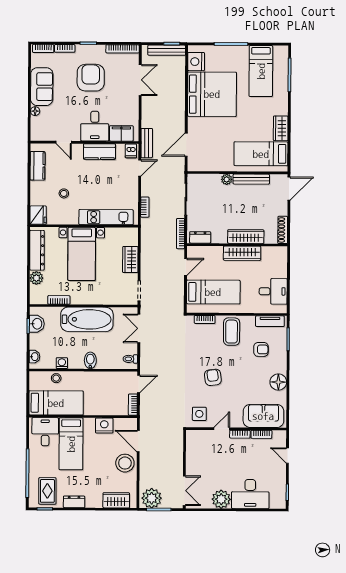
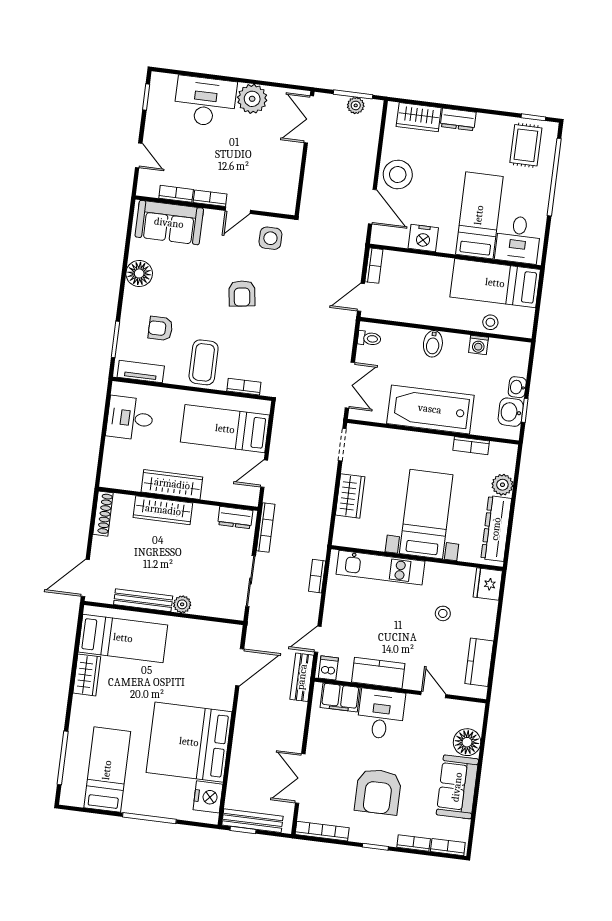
floor lamp: (35, 111) -> (467, 742), width x1.89, depth x1.89
washbasin: (34, 357) -> (517, 387), moved
plant: (152, 498) -> (356, 105), width x0.53, depth x0.53
dresser: (74, 502) -> (458, 119), moved

